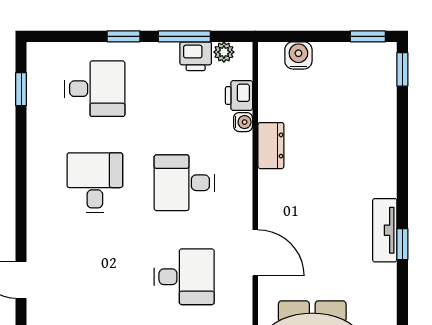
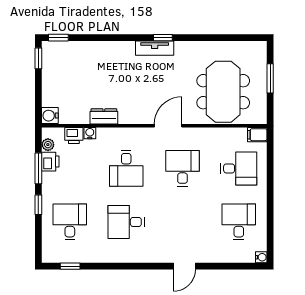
water cooler: (298, 55) -> (50, 116), moved

